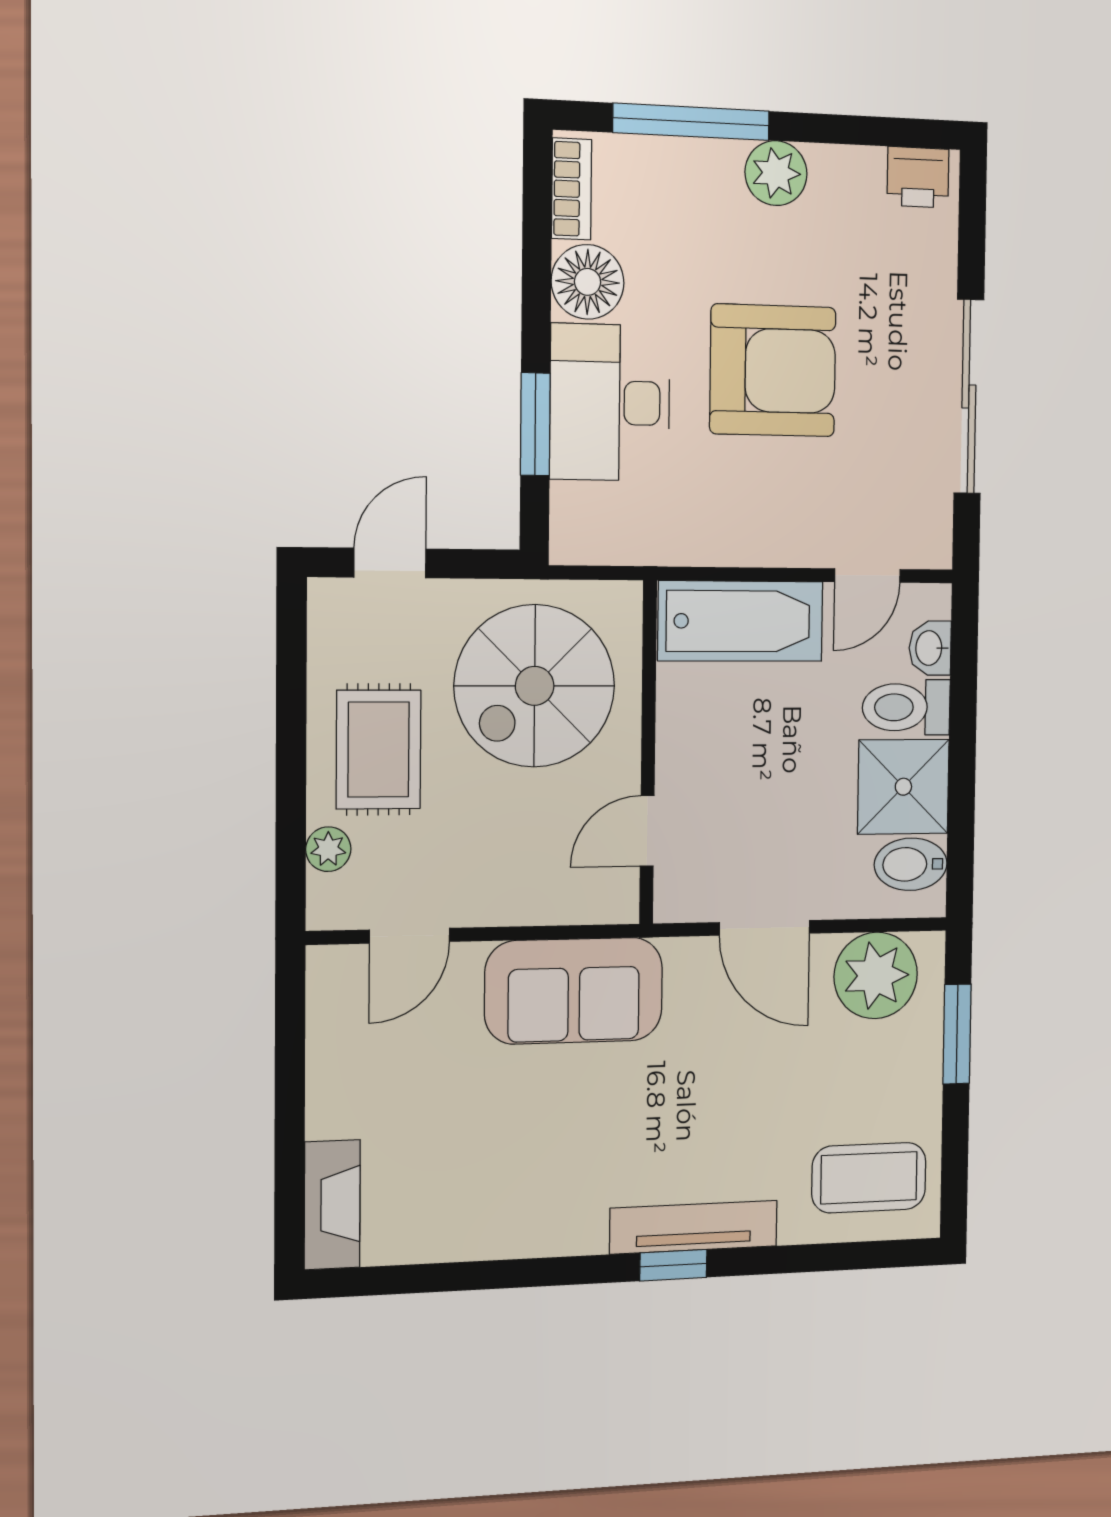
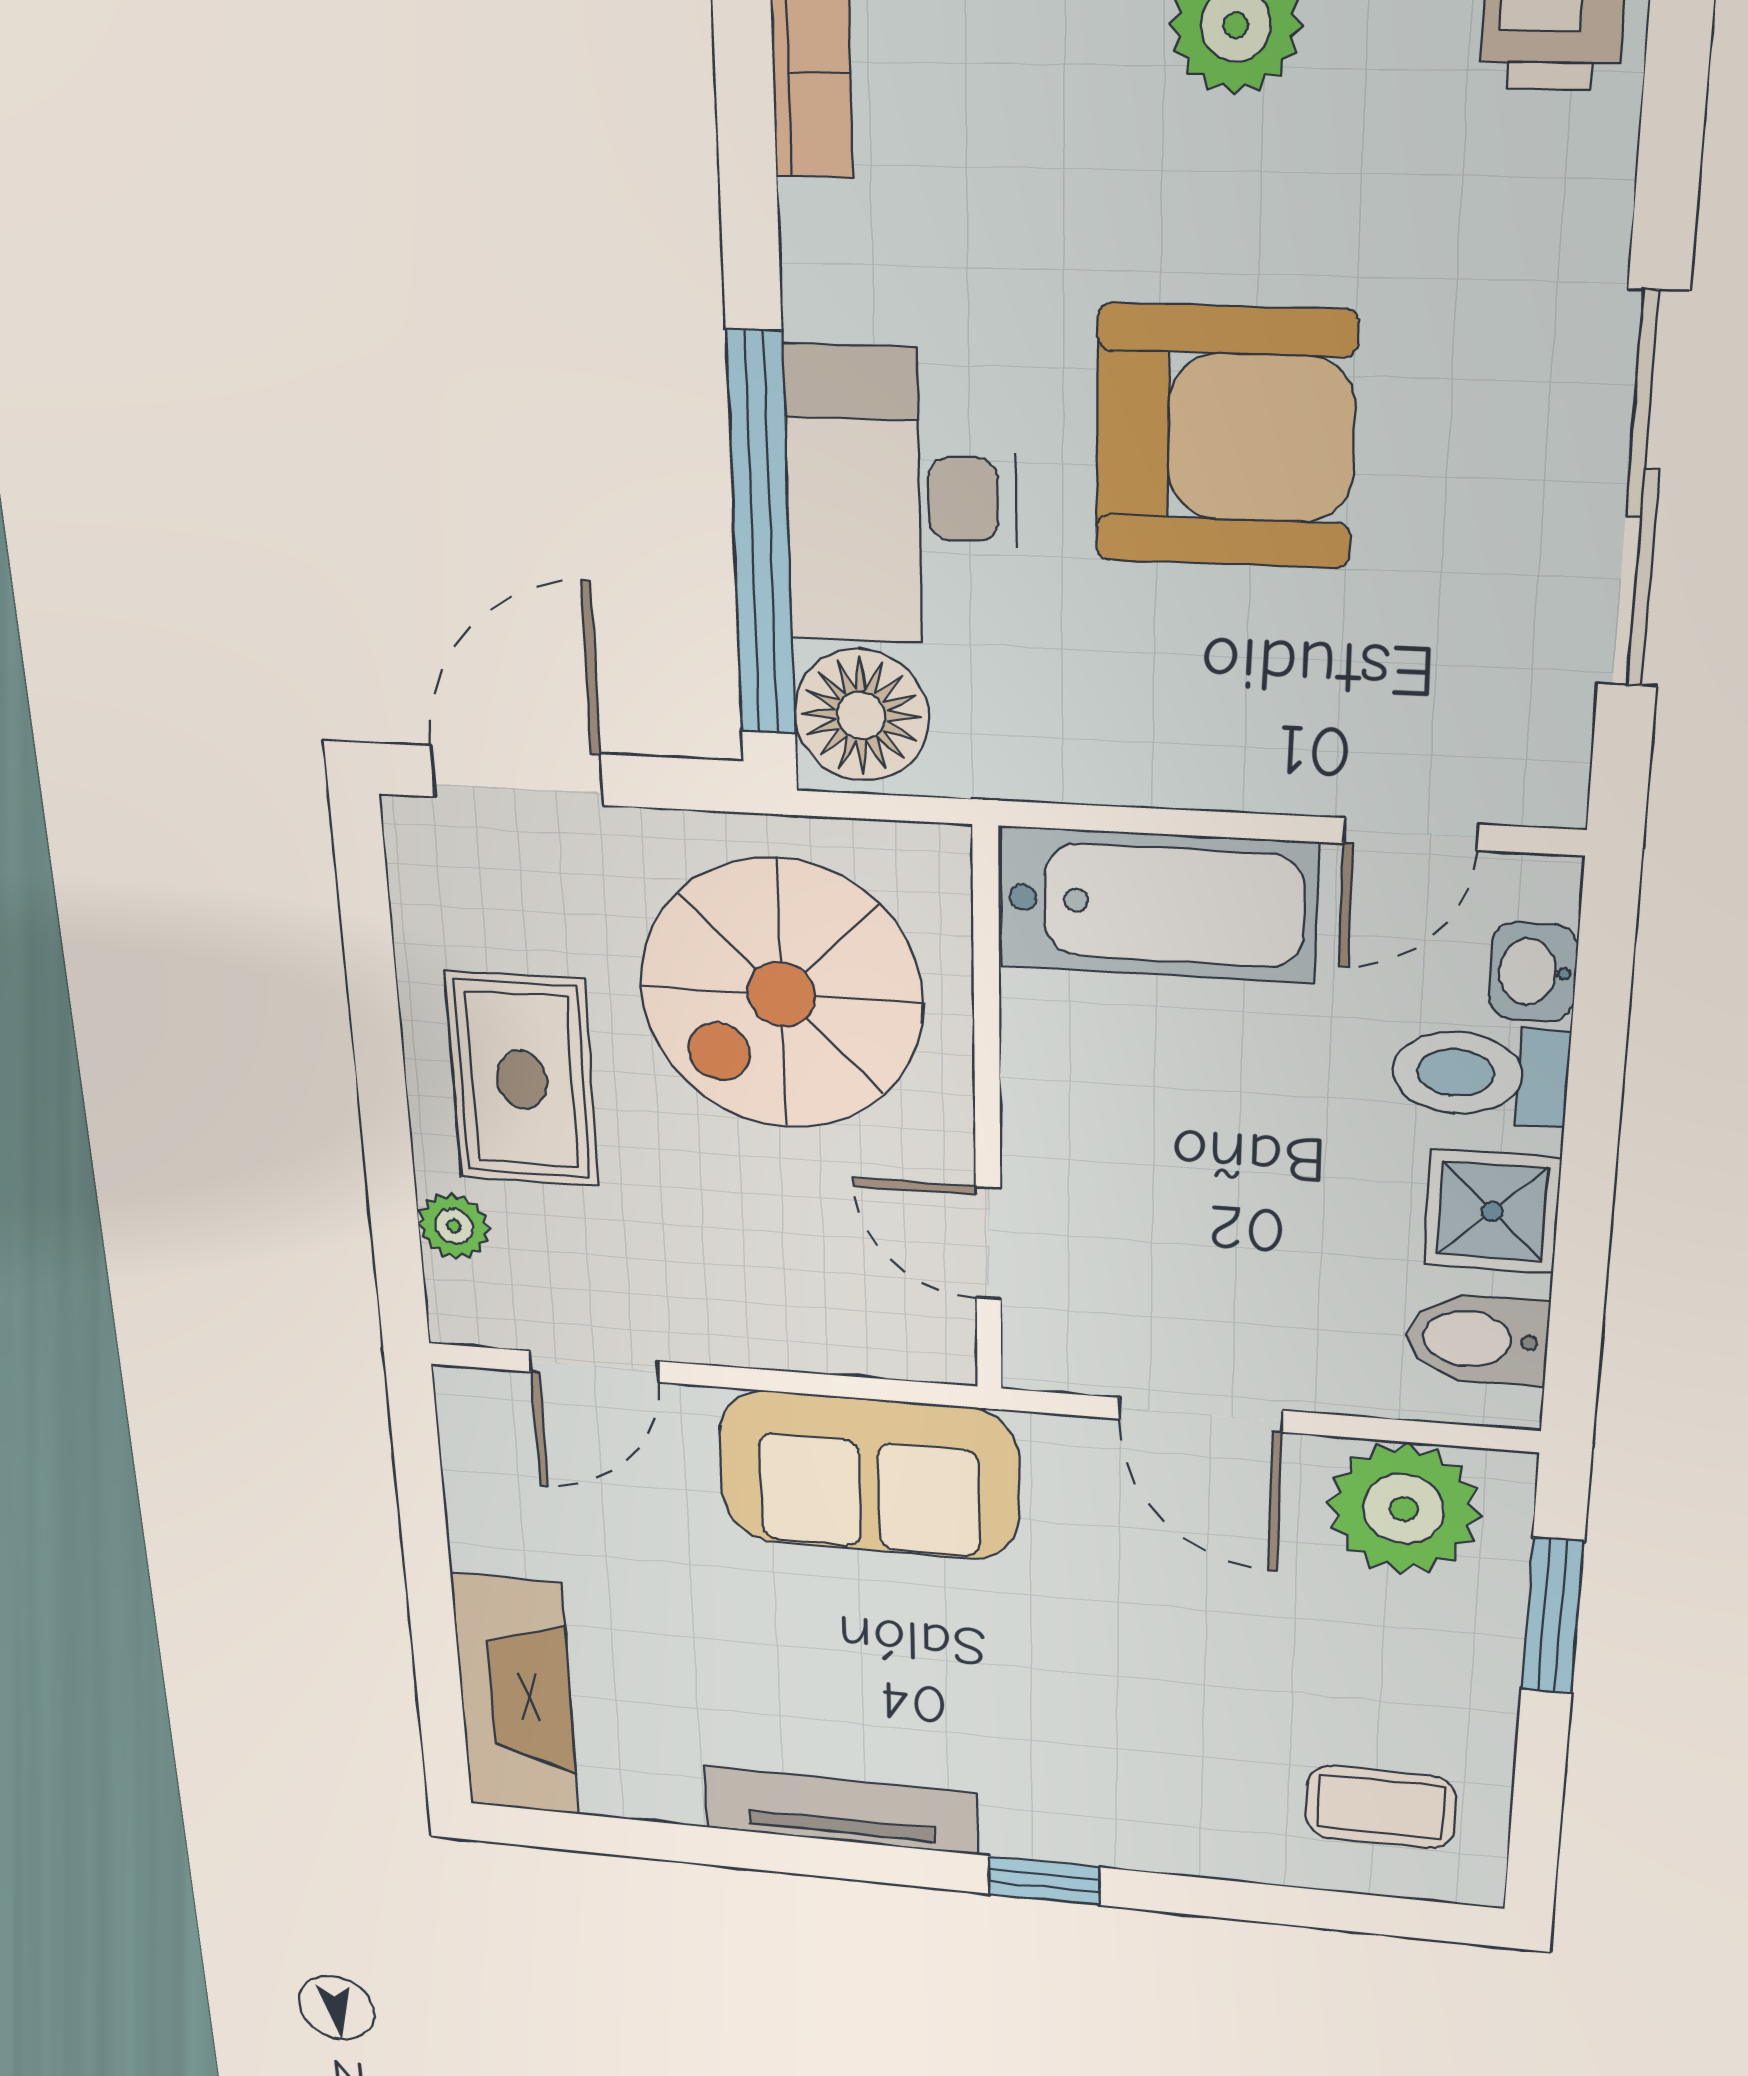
floor lamp: (588, 282) -> (861, 715), moved
window: (535, 424) -> (761, 536), width x2.11
door: (390, 563) -> (517, 776), width x1.38
shower: (903, 787) -> (1492, 1211), width x0.73, depth x0.73
door: (647, 831) -> (988, 1243), hinge flipped
coffee table: (869, 1178) -> (1381, 1807), width x0.73, depth x0.77
fireplace: (332, 1205) -> (516, 1695), width x1.37, depth x1.32
tv unit: (694, 1227) -> (841, 1810), moved

